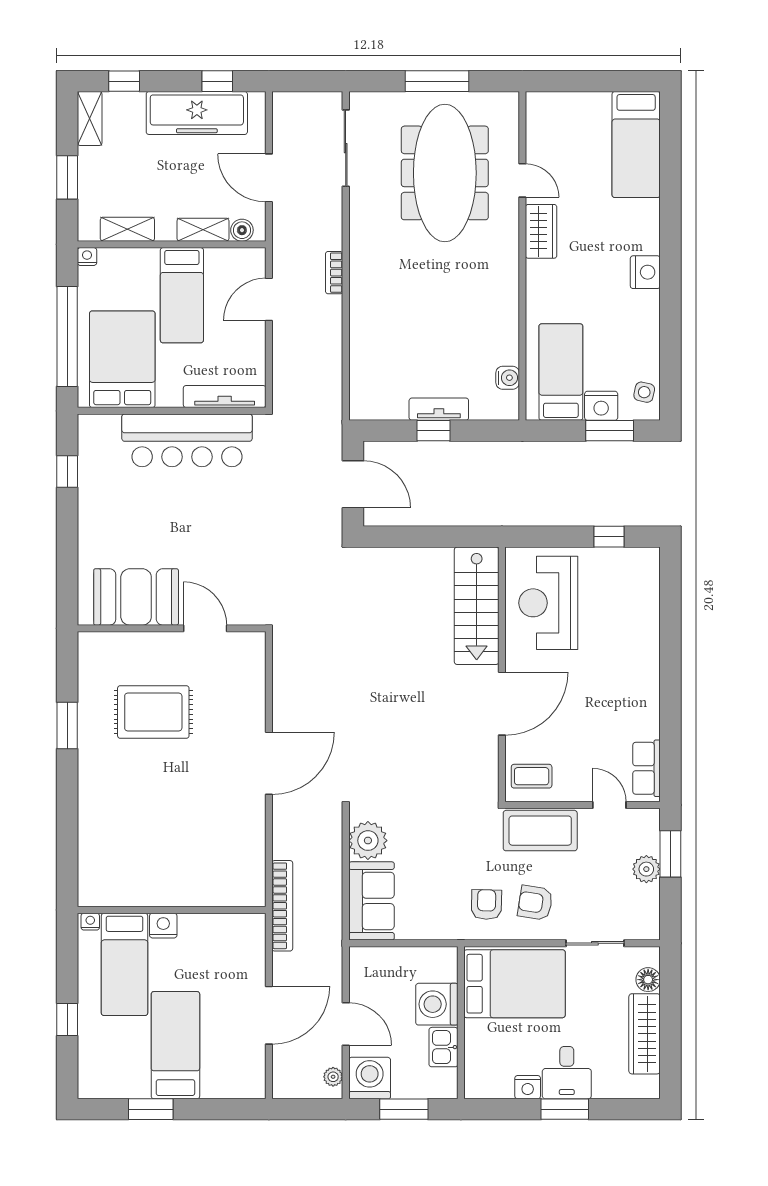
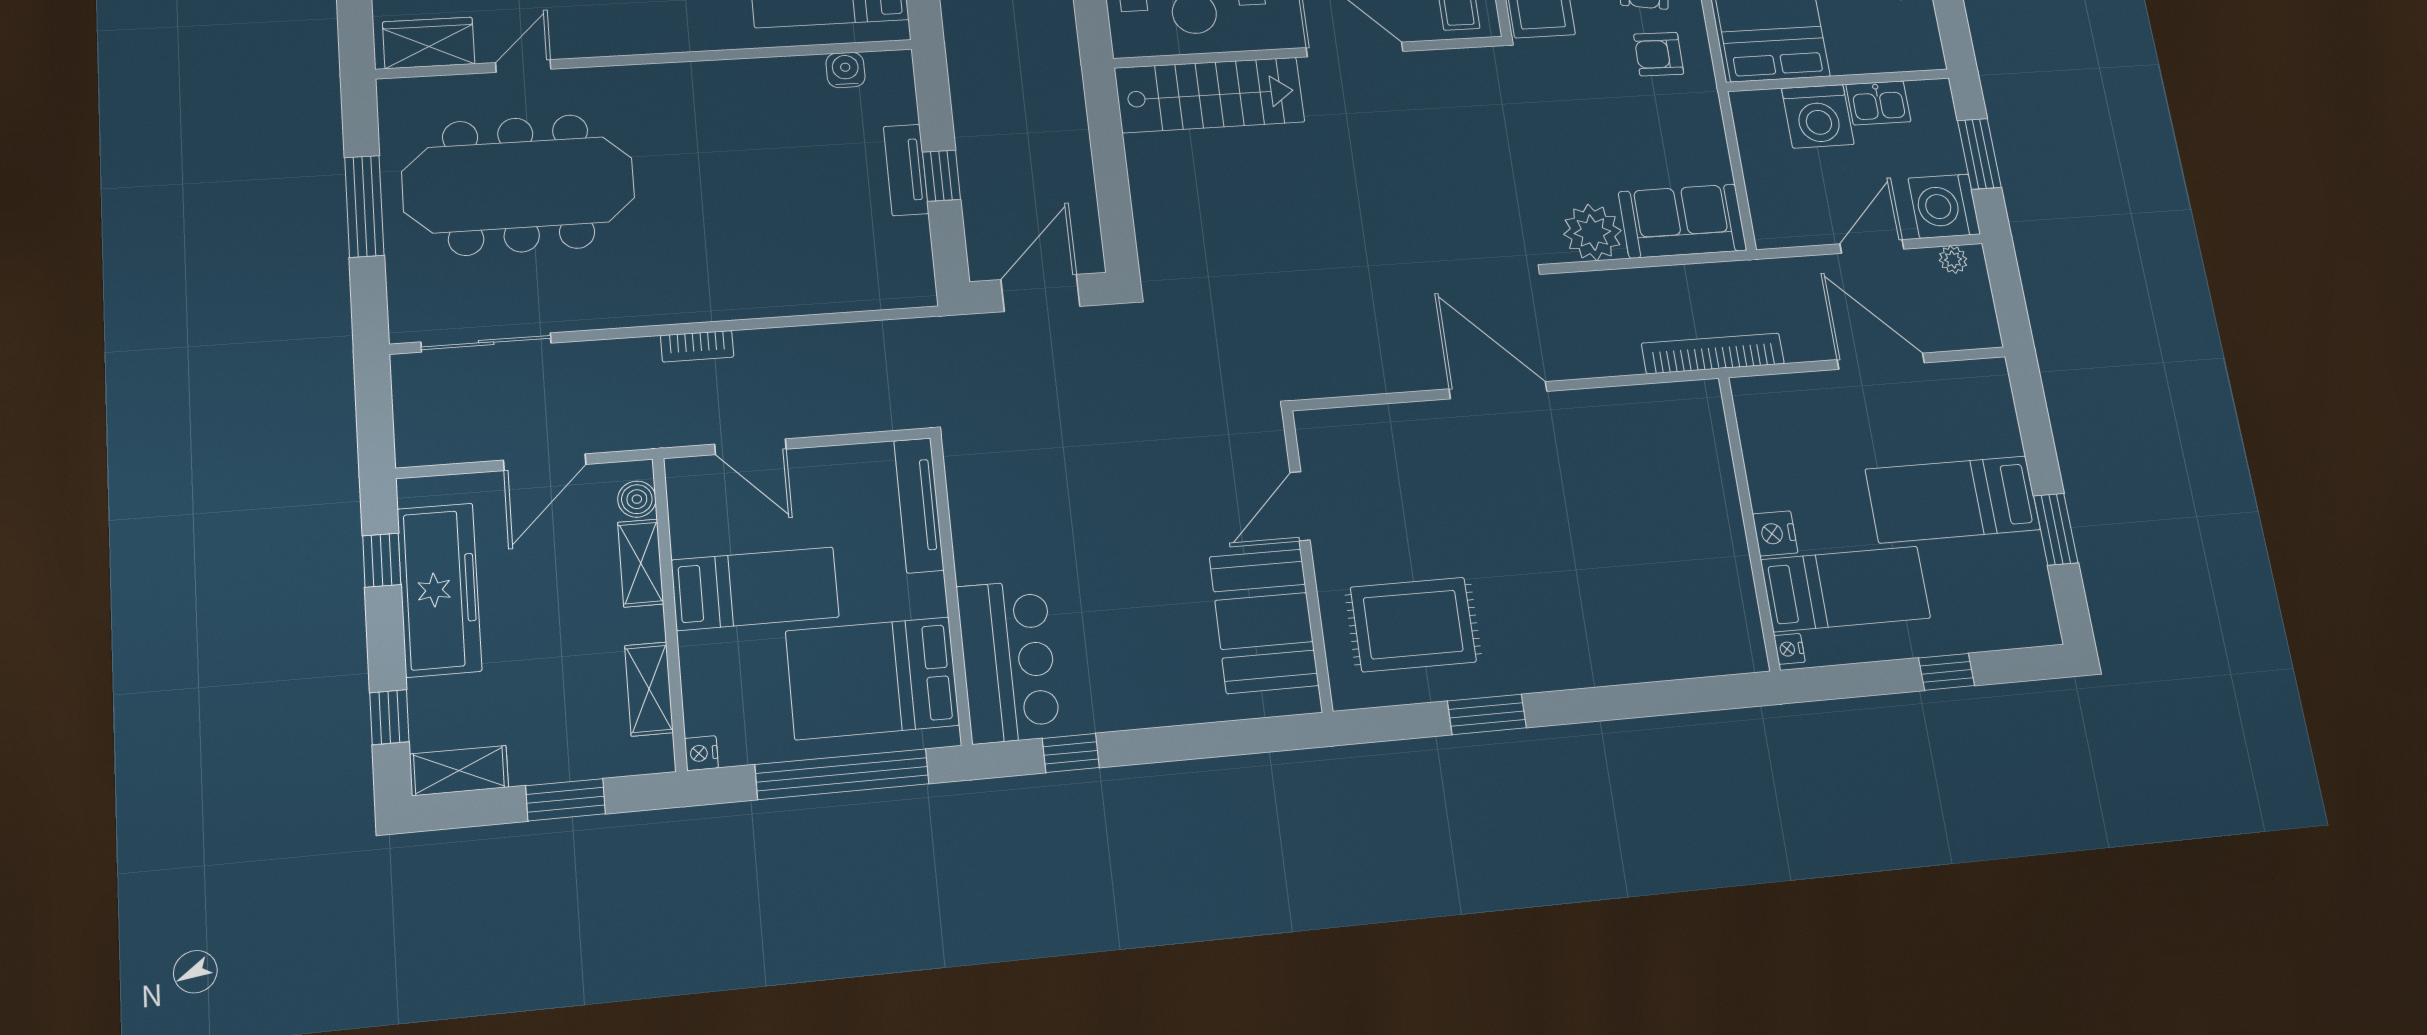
wardrobe: (541, 231) -> (429, 43), moved
bar counter: (187, 440) -> (1008, 661), moved, width x0.73
rug: (153, 712) -> (1413, 624), moved, turned 90

